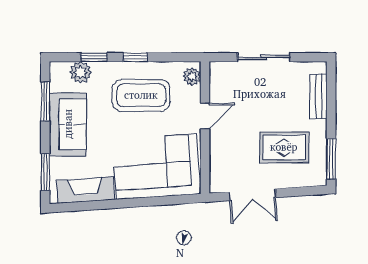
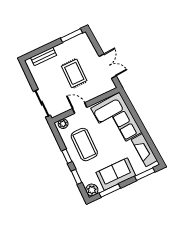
sliding door: (264, 57) -> (42, 103), moved
plant: (81, 72) -> (92, 190), moved
rug: (284, 147) -> (74, 73), moved

